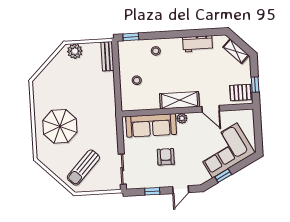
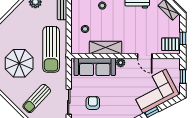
shelving: (180, 100) -> (106, 47), moved
sun lounger: (97, 107) -> (51, 49), added
window: (258, 131) -> (183, 76), added
armchair: (166, 157) -> (93, 103), moved

